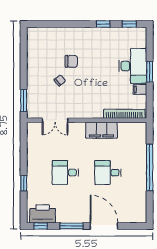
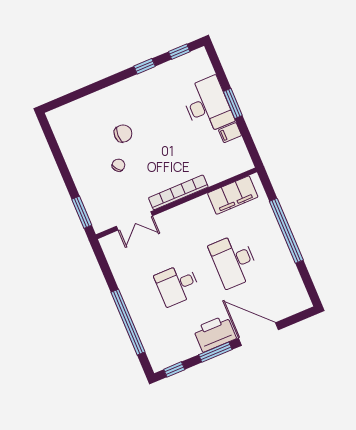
bookcase: (124, 114) -> (178, 192), moved
filing cabinet: (101, 130) -> (233, 195), moved
desk: (108, 173) -> (234, 261), width x1.37
window: (24, 183) -> (128, 322), width x3.17
printer: (43, 214) -> (215, 333), moved

